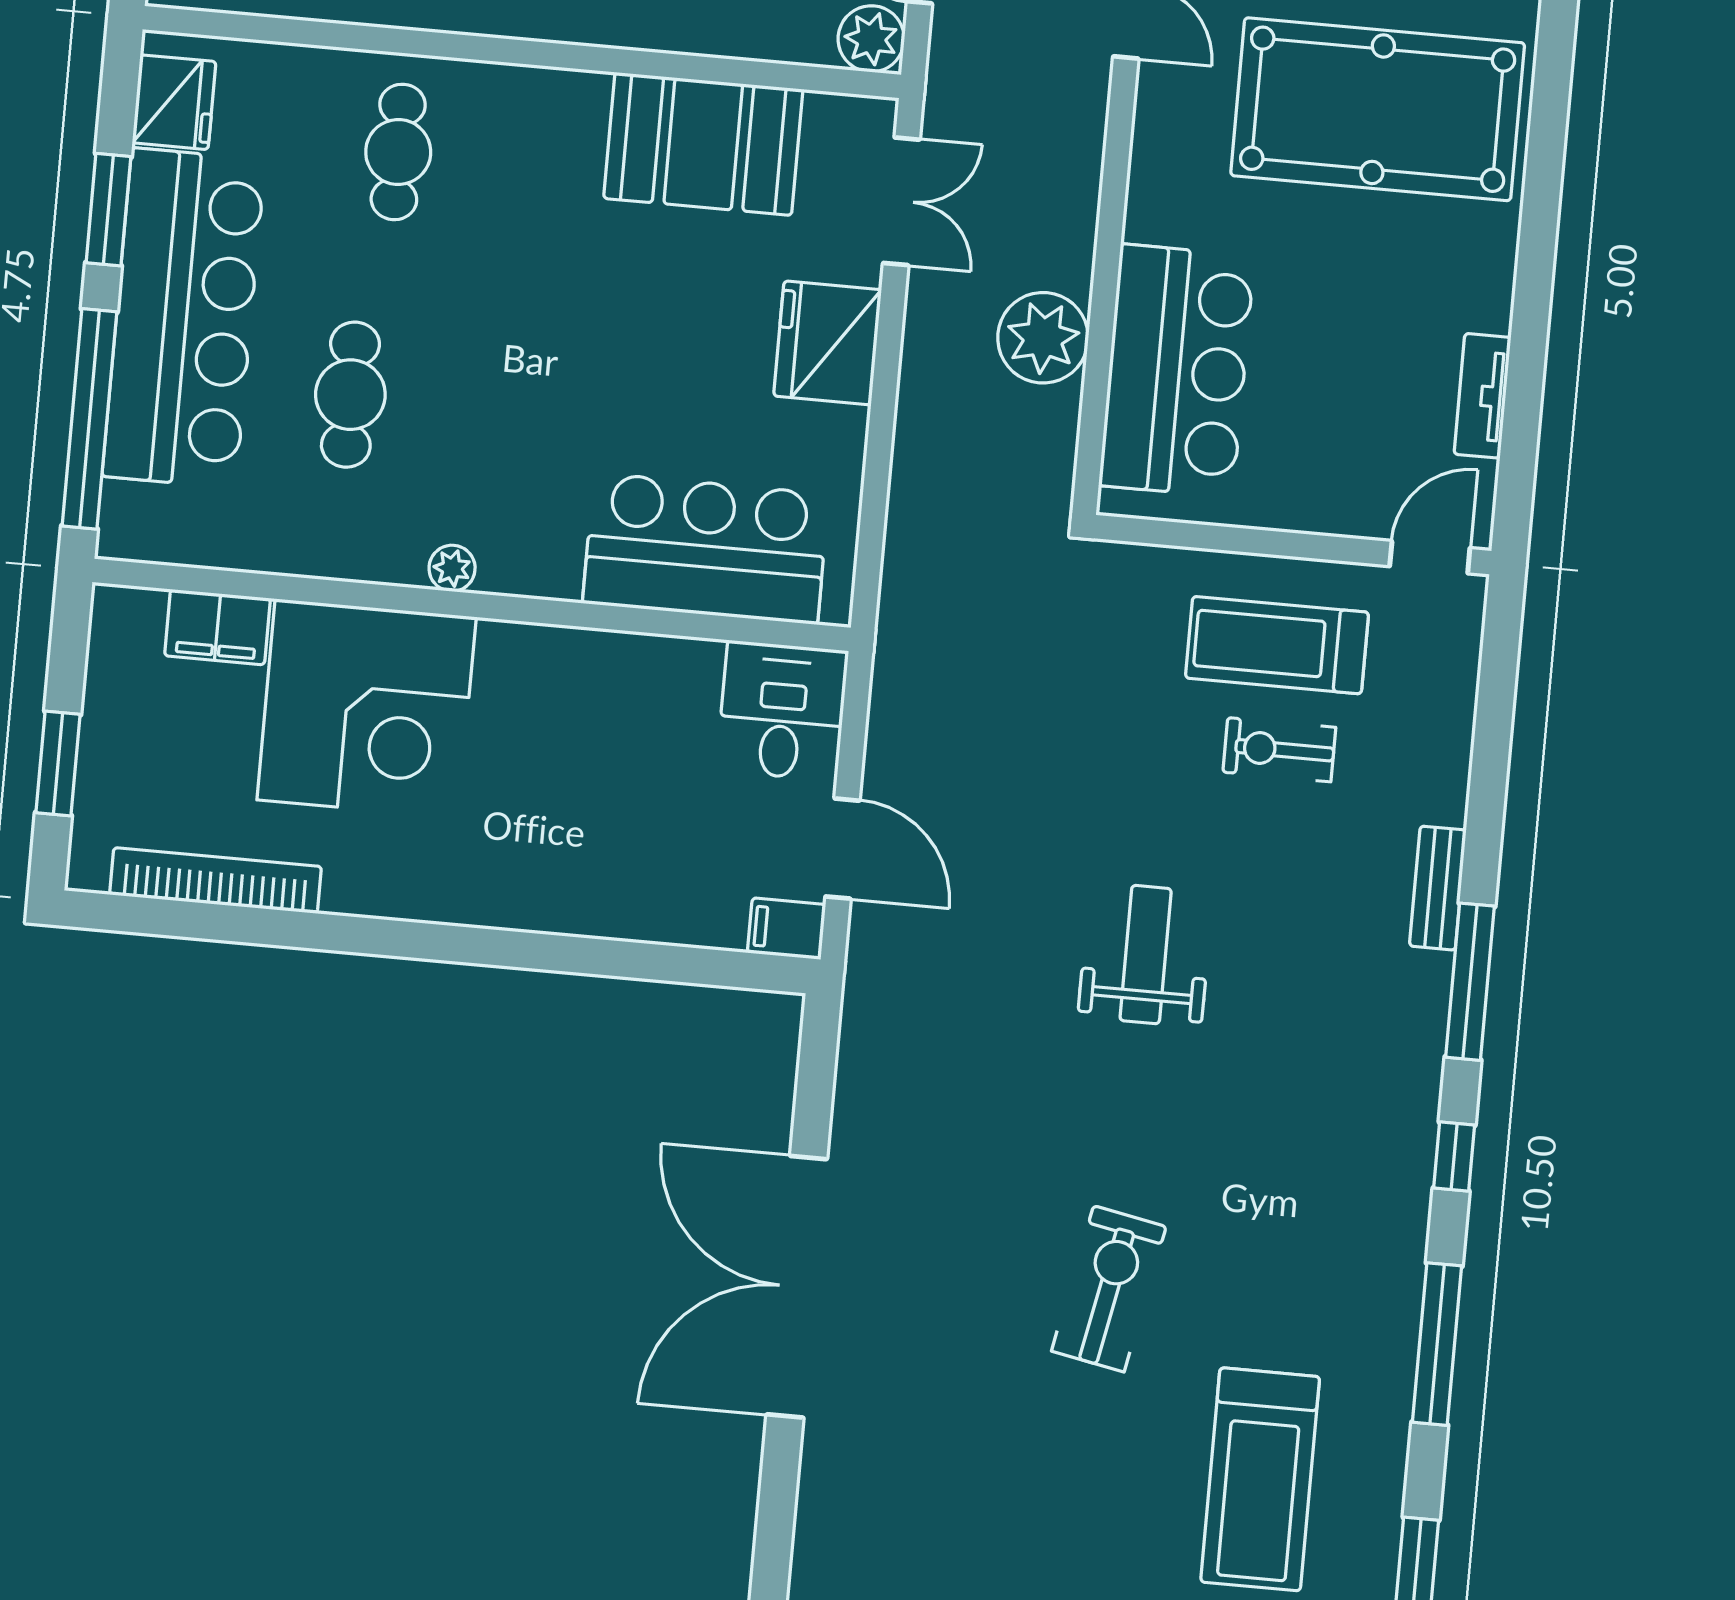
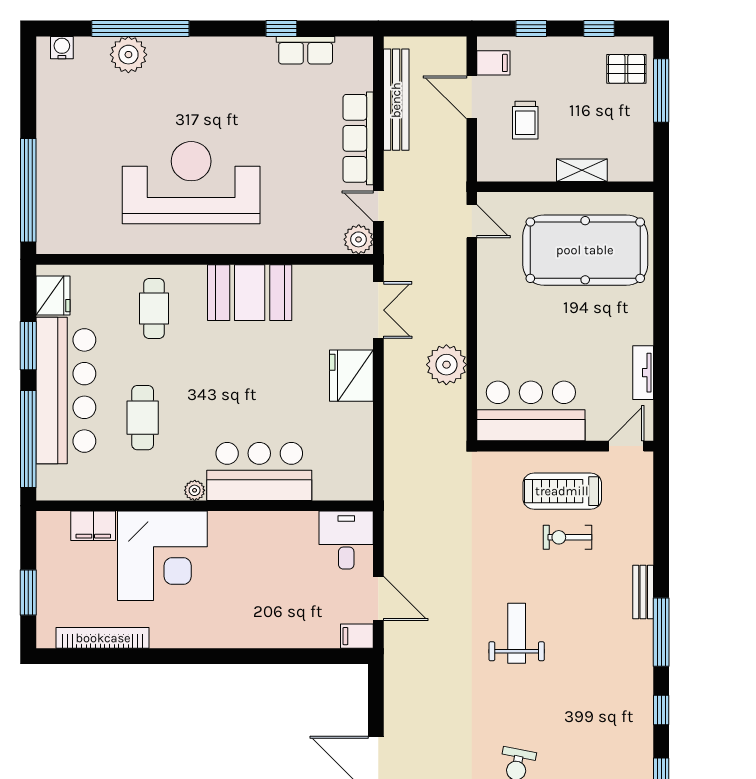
booth: (703, 144) -> (250, 293), moved
bar counter: (1177, 371) -> (531, 411), moved, turned -90
bar counter: (706, 549) -> (259, 471), moved

